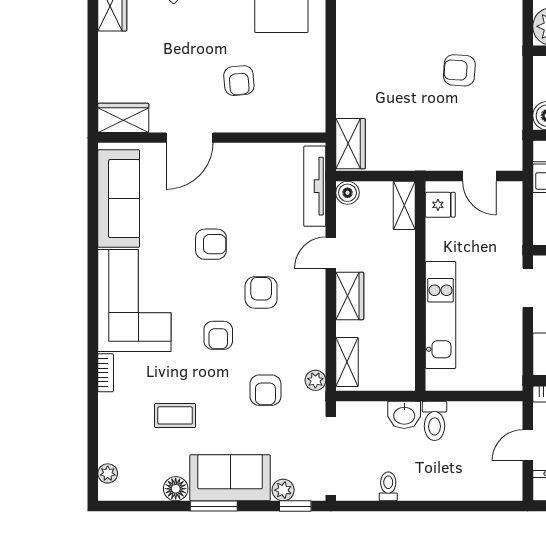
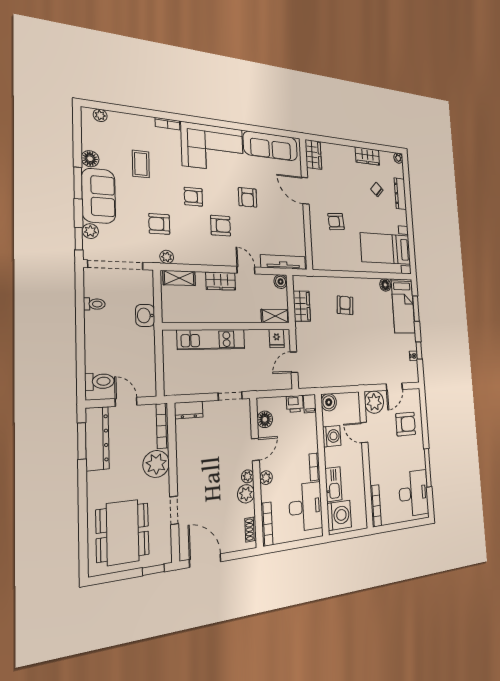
armchair: (459, 70) -> (345, 305), moved
wardrobe: (351, 144) -> (302, 306), moved, turned -90
toilet: (435, 421) -> (99, 381), moved, turned 180

